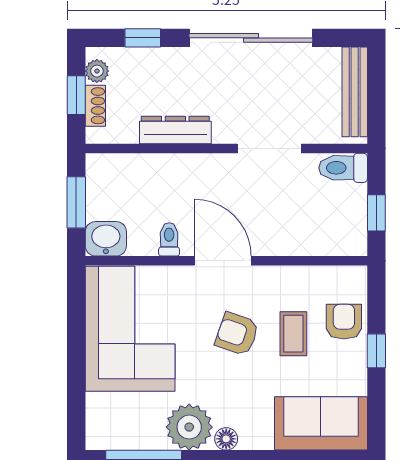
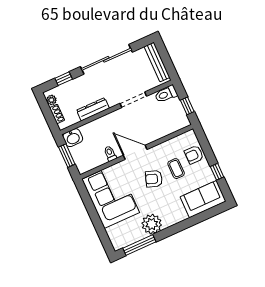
window: (76, 95) -> (48, 113), removed
washbasin: (106, 239) -> (73, 138), moved, turned 180
armchair: (344, 322) -> (194, 155), turned -90
window: (376, 351) -> (217, 172), moved
floor lamp: (226, 439) -> (168, 222), removed

